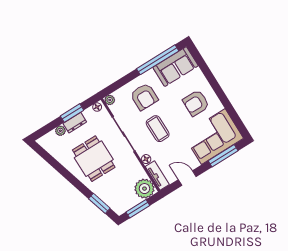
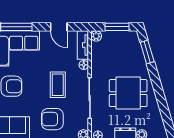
armchair: (144, 97) -> (52, 119), turned -90
dining table: (94, 159) -> (128, 93), turned 90
plant: (144, 189) -> (96, 36), width x0.53, depth x0.53

